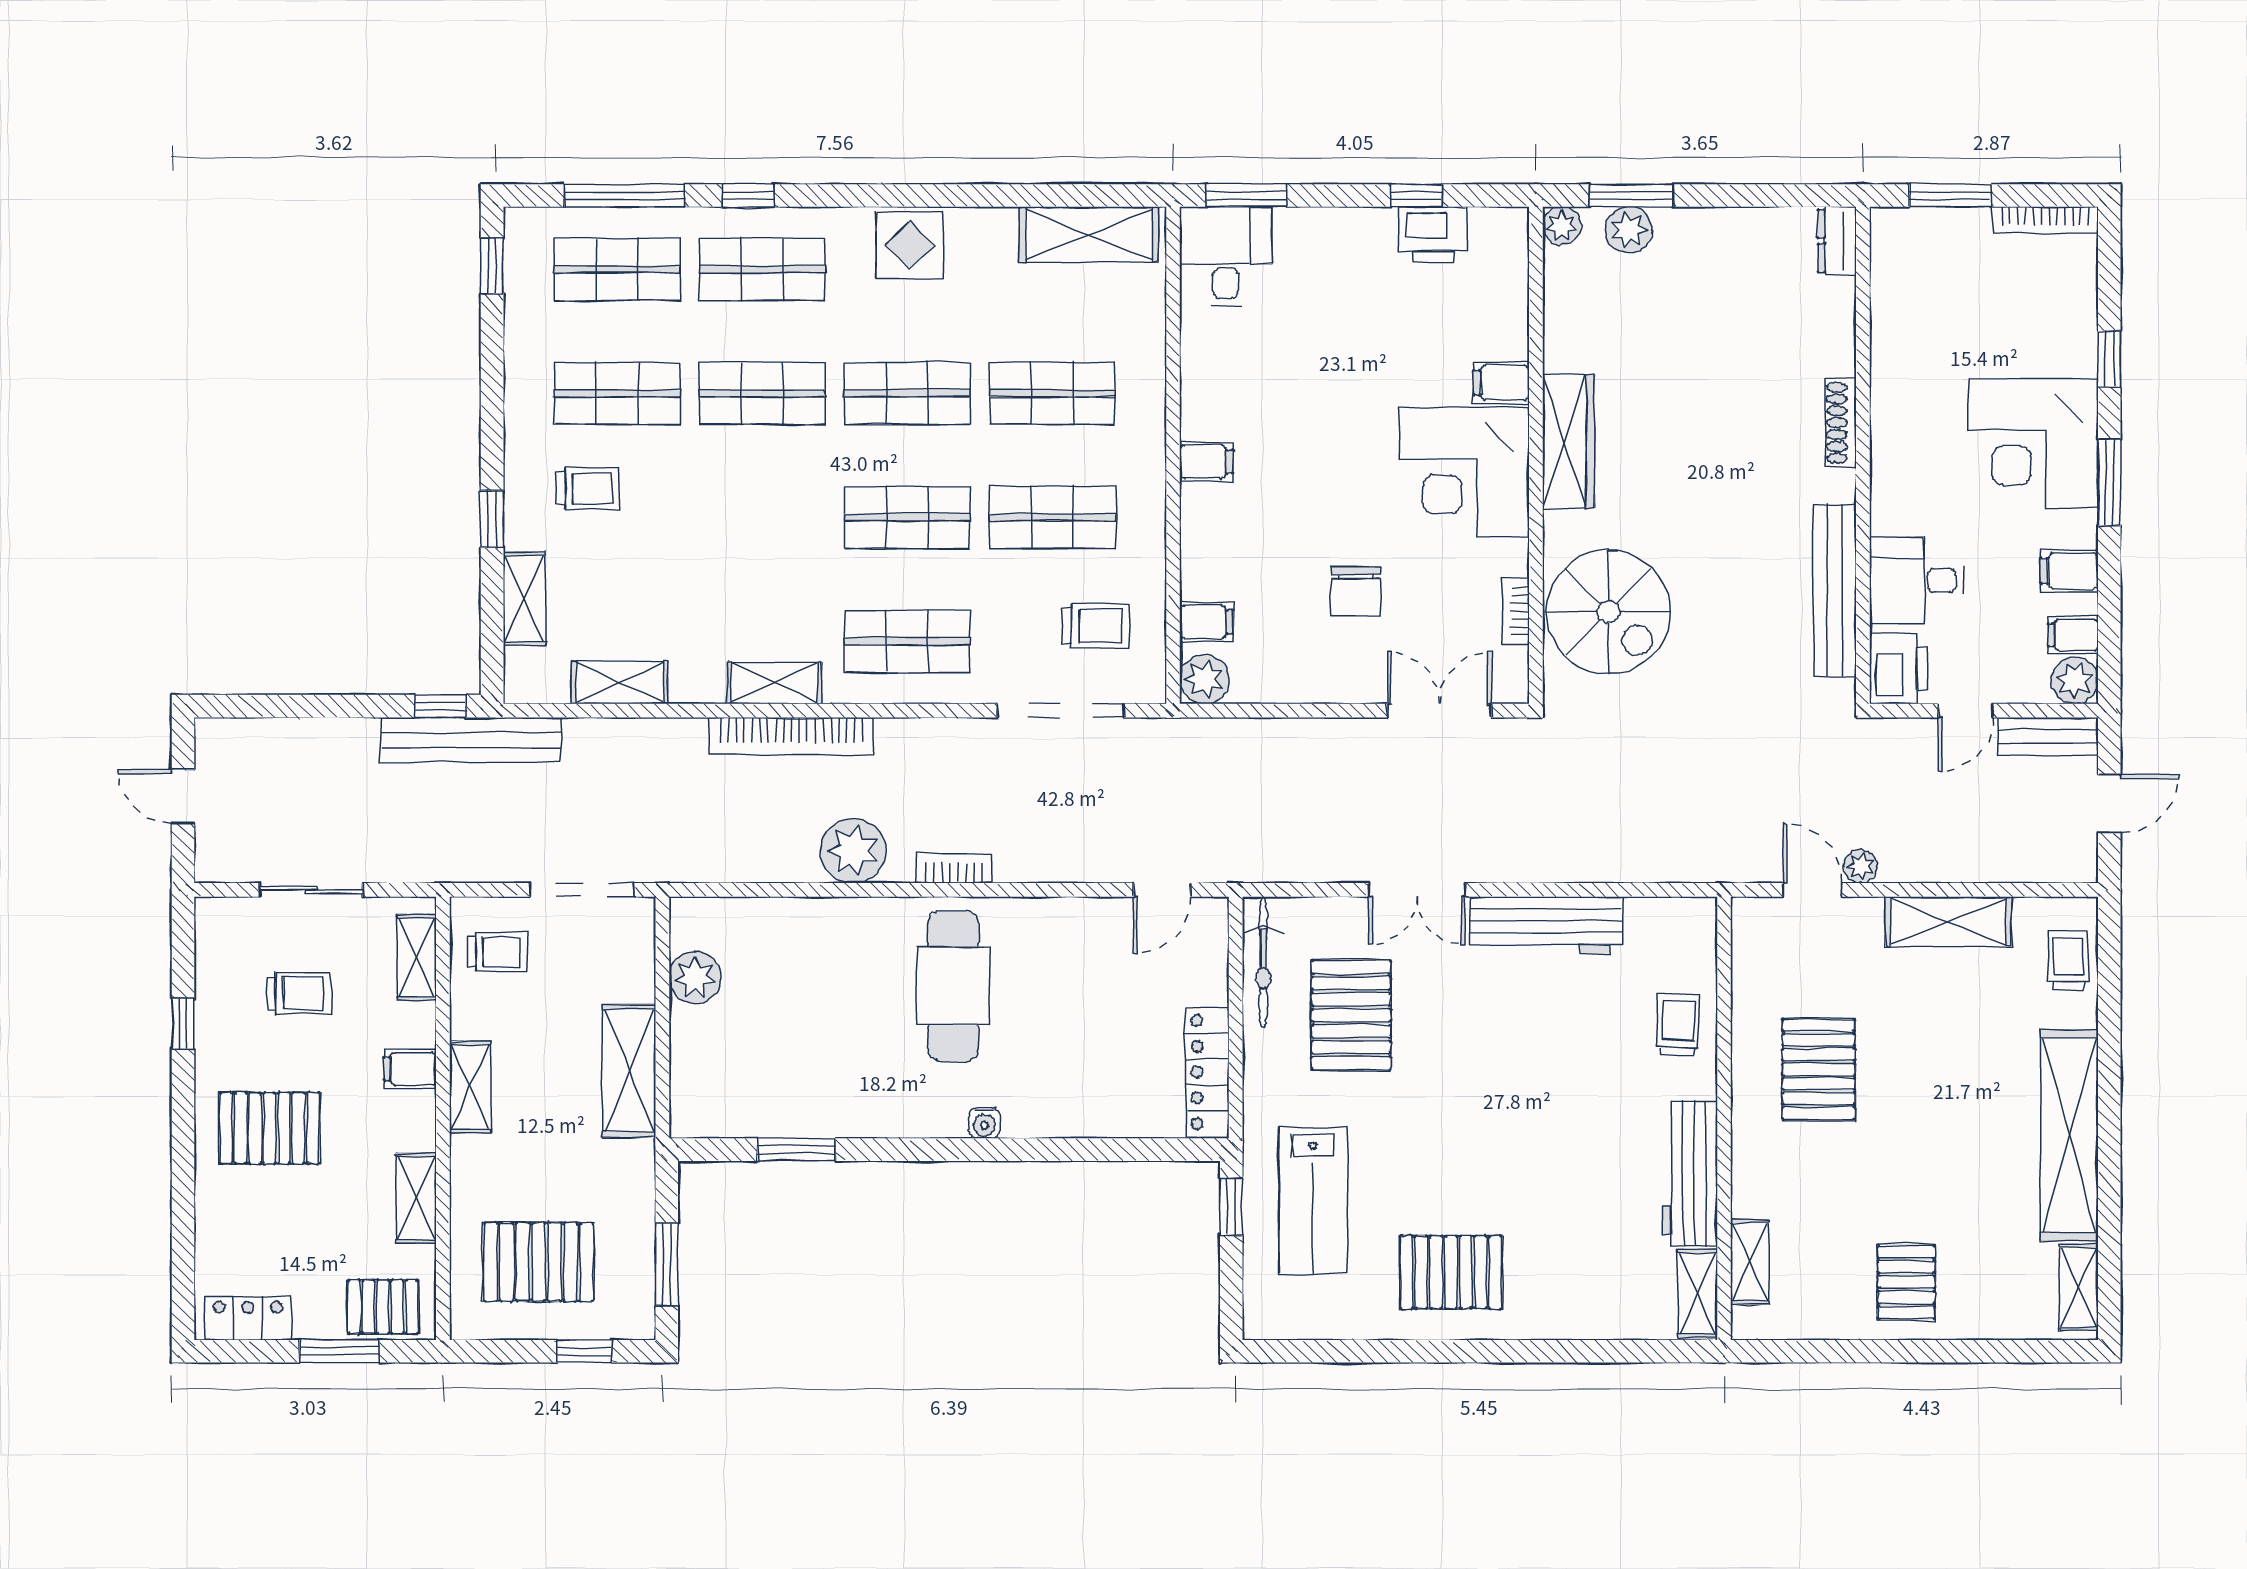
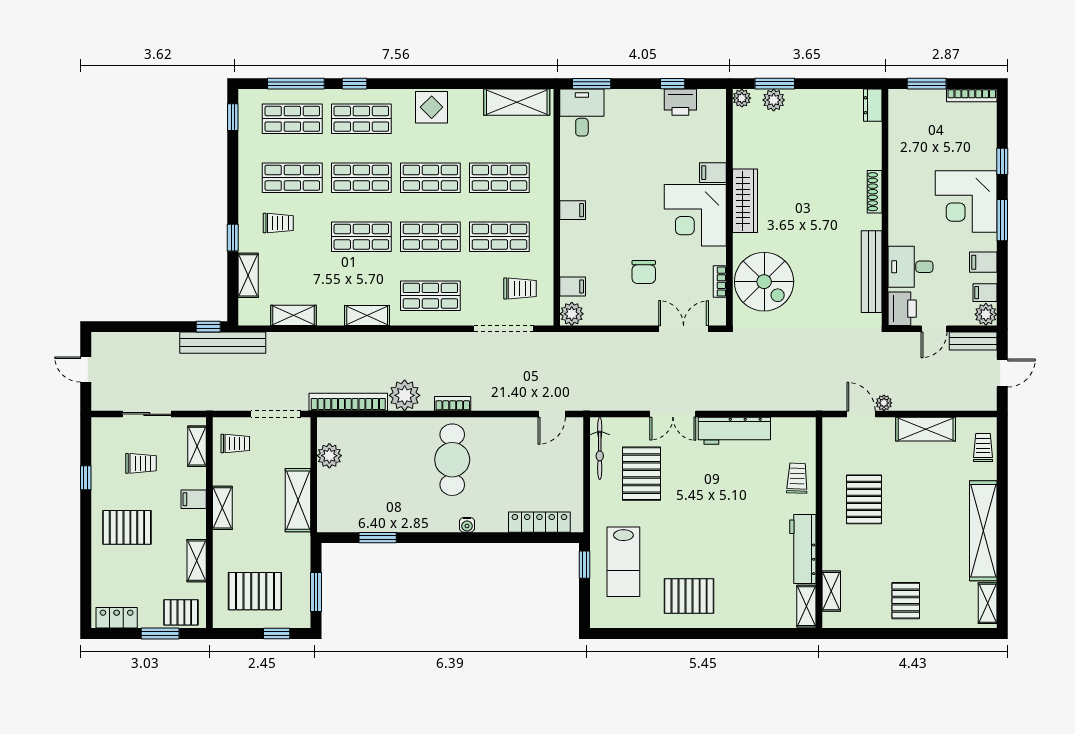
shop shelf: (762, 517) -> (361, 237), added
bookcase: (791, 736) -> (348, 402), moved, turned 180
locker: (1208, 1072) -> (539, 522), moved, turned 90

